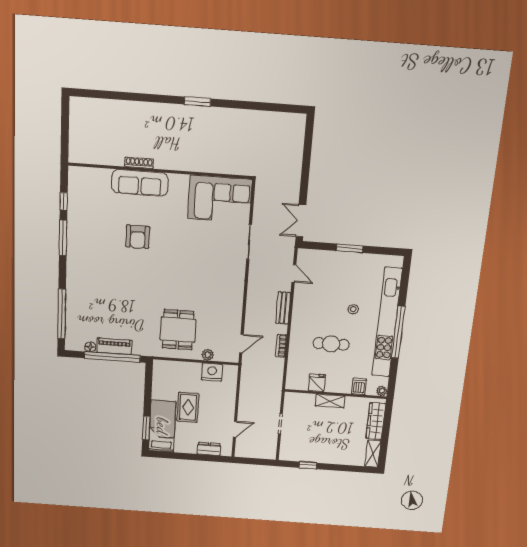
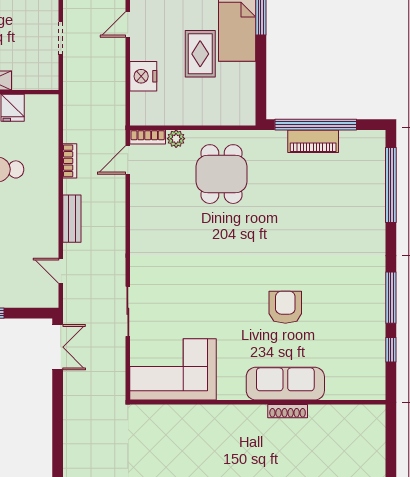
floor lamp: (90, 347) -> (348, 138), removed
bookcase: (227, 357) -> (148, 137), added
nightstand: (212, 372) -> (143, 76), moved, turned 90

